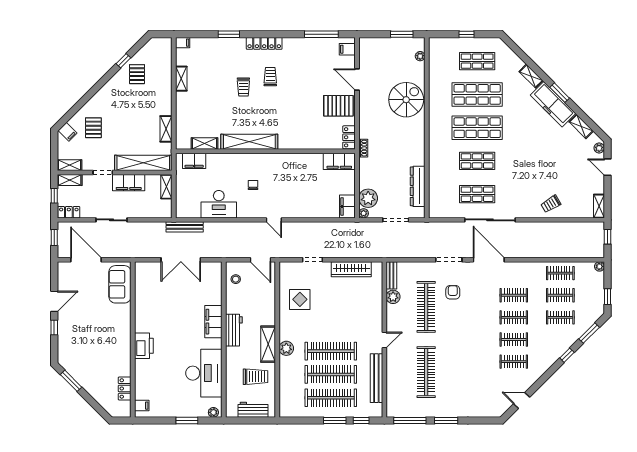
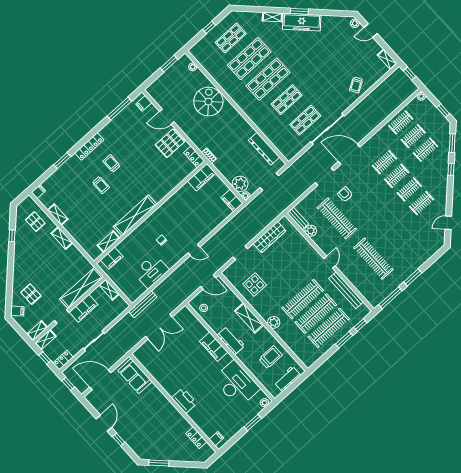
pallet: (137, 74) -> (35, 222), moved
shelving: (581, 126) -> (332, 20), removed
shelving: (166, 129) -> (62, 238), moved
shelving: (268, 344) -> (249, 318), moved

